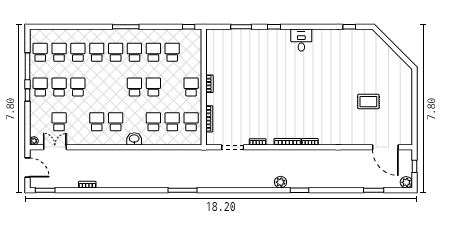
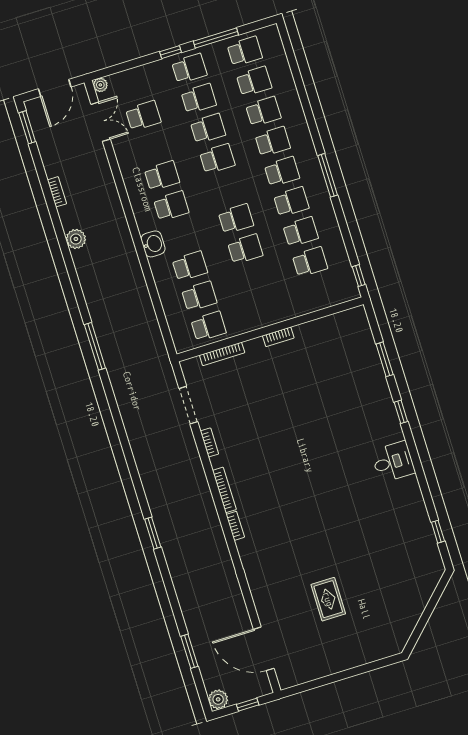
school desk: (191, 87) -> (217, 159), moved
door: (385, 147) -> (264, 649), hinge flipped
plant: (281, 182) -> (76, 239), moved

